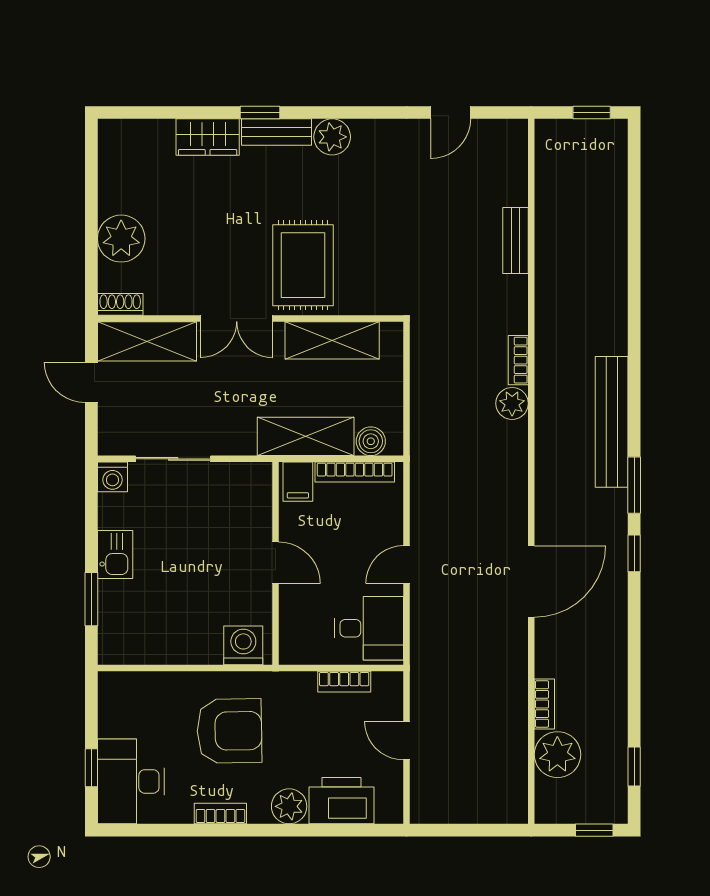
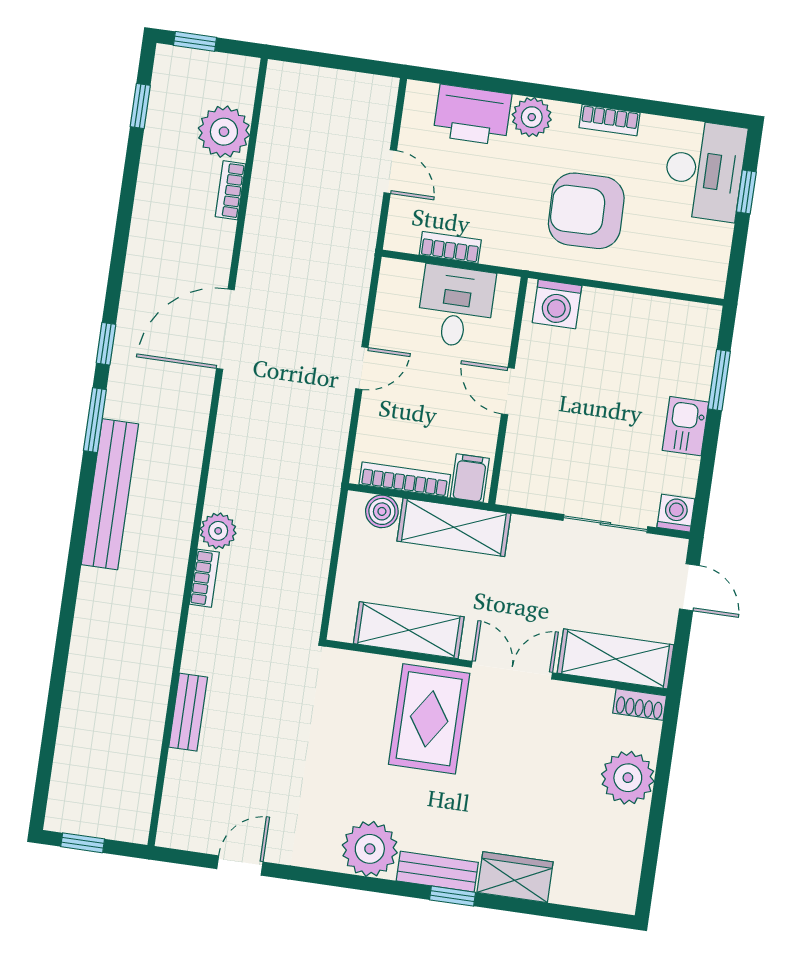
plant: (332, 137) -> (370, 849), width x1.36, depth x1.36
door: (91, 382) -> (689, 587), moved
desk: (369, 628) -> (456, 307), moved, turned 90

